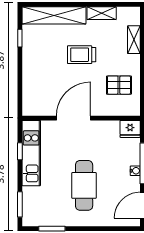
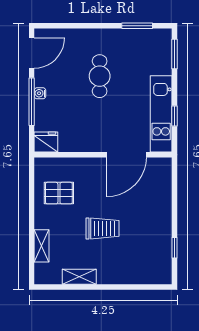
shelving: (54, 15) -> (135, 274), removed
door: (73, 118) -> (127, 155), moved
cafe table: (84, 185) -> (100, 76), width x0.73, depth x0.74

